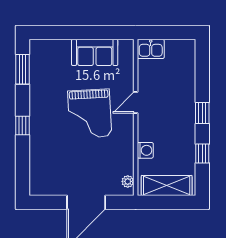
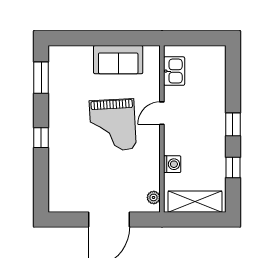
kitchen sink: (151, 49) -> (174, 71), moved, turned -90

